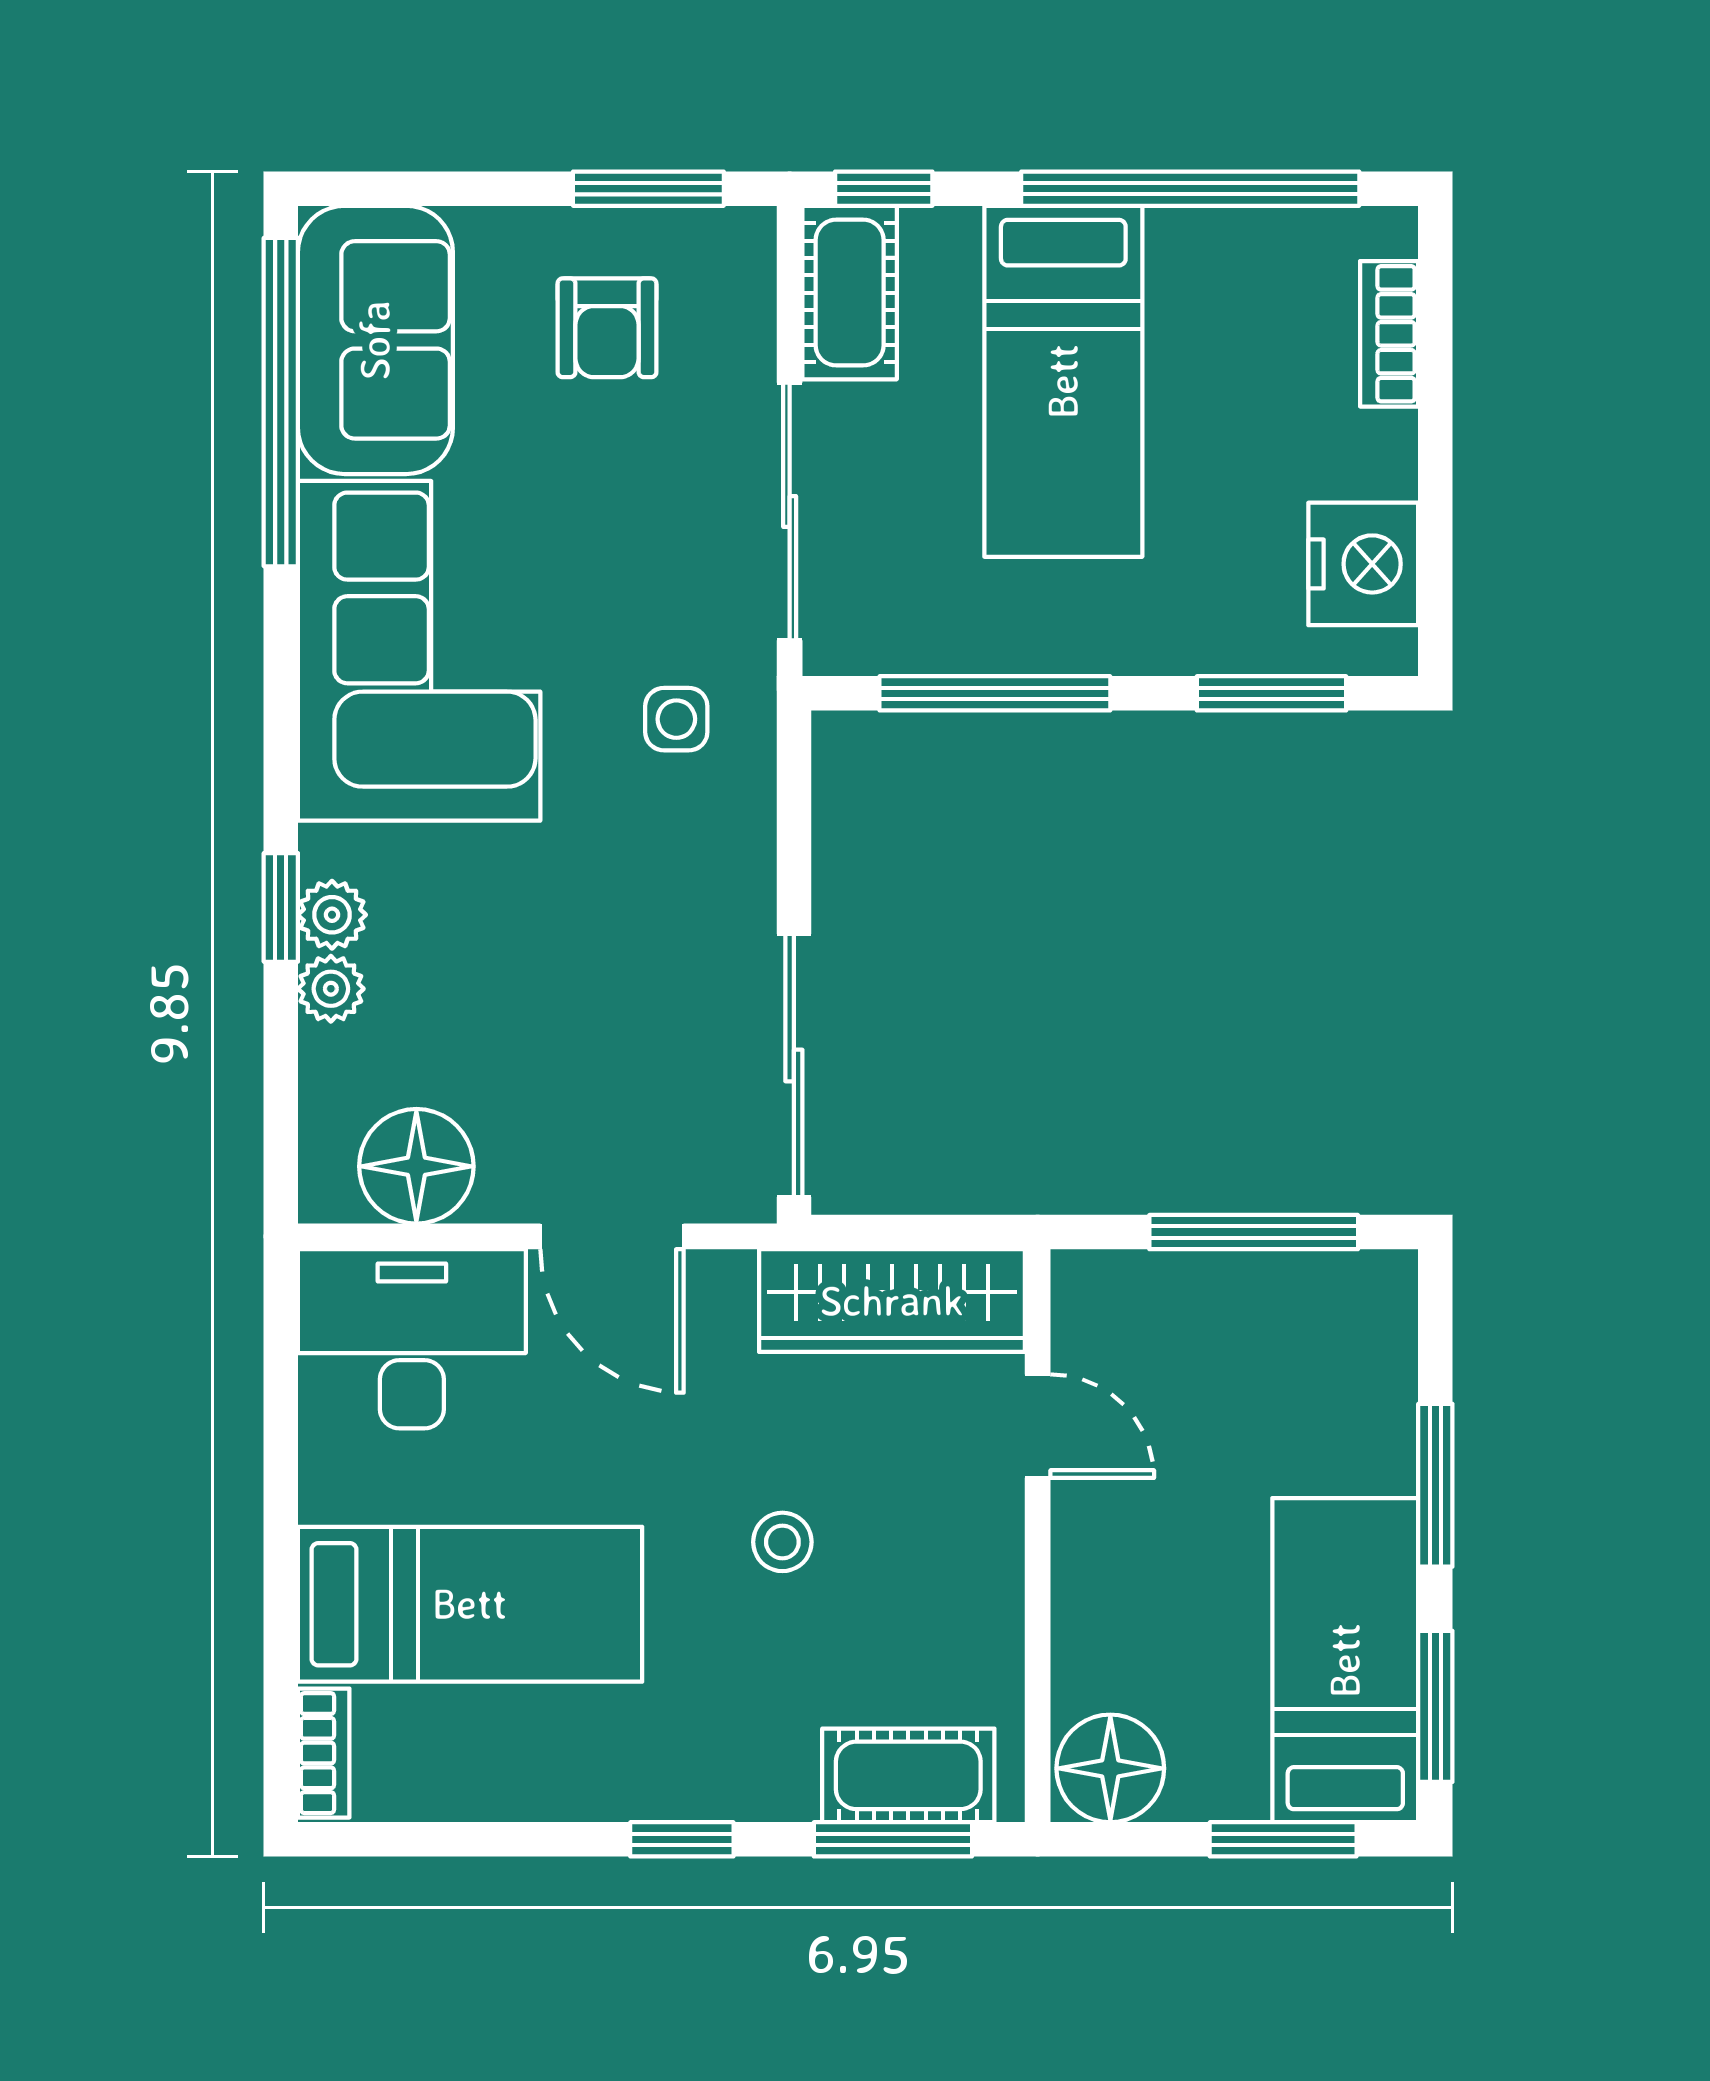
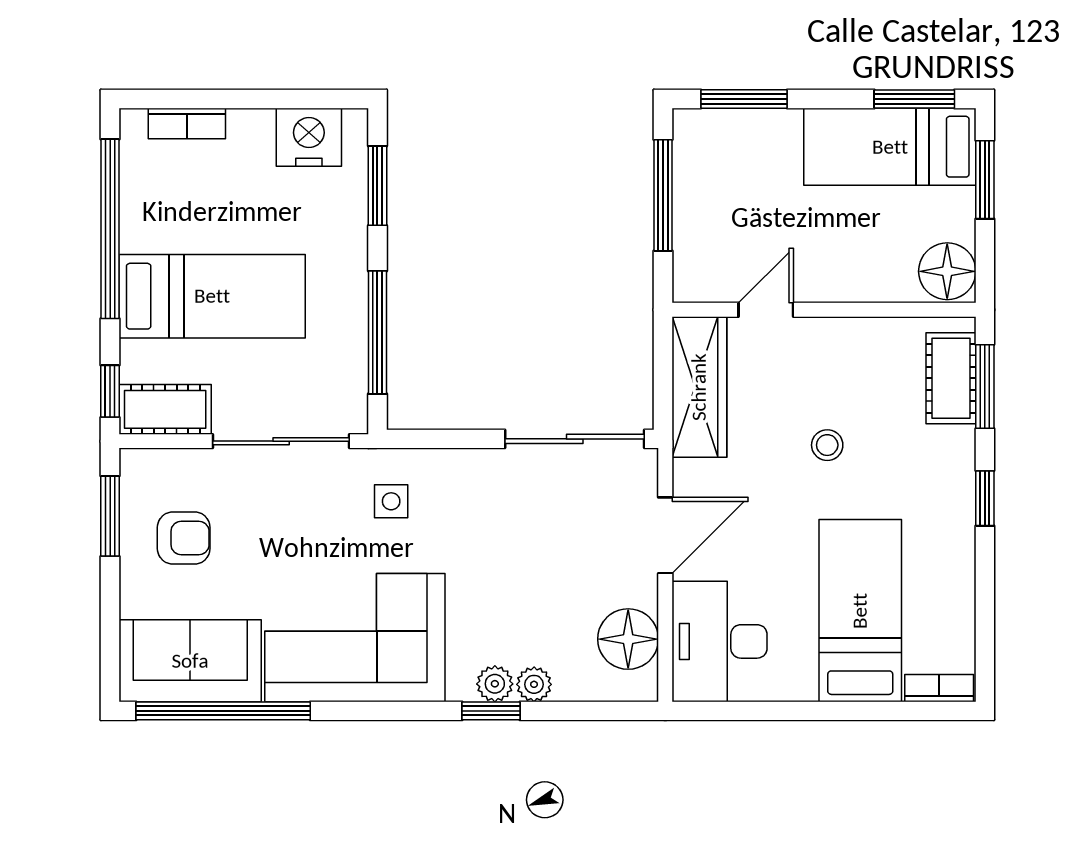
window: (1435, 1485) -> (744, 99), moved

